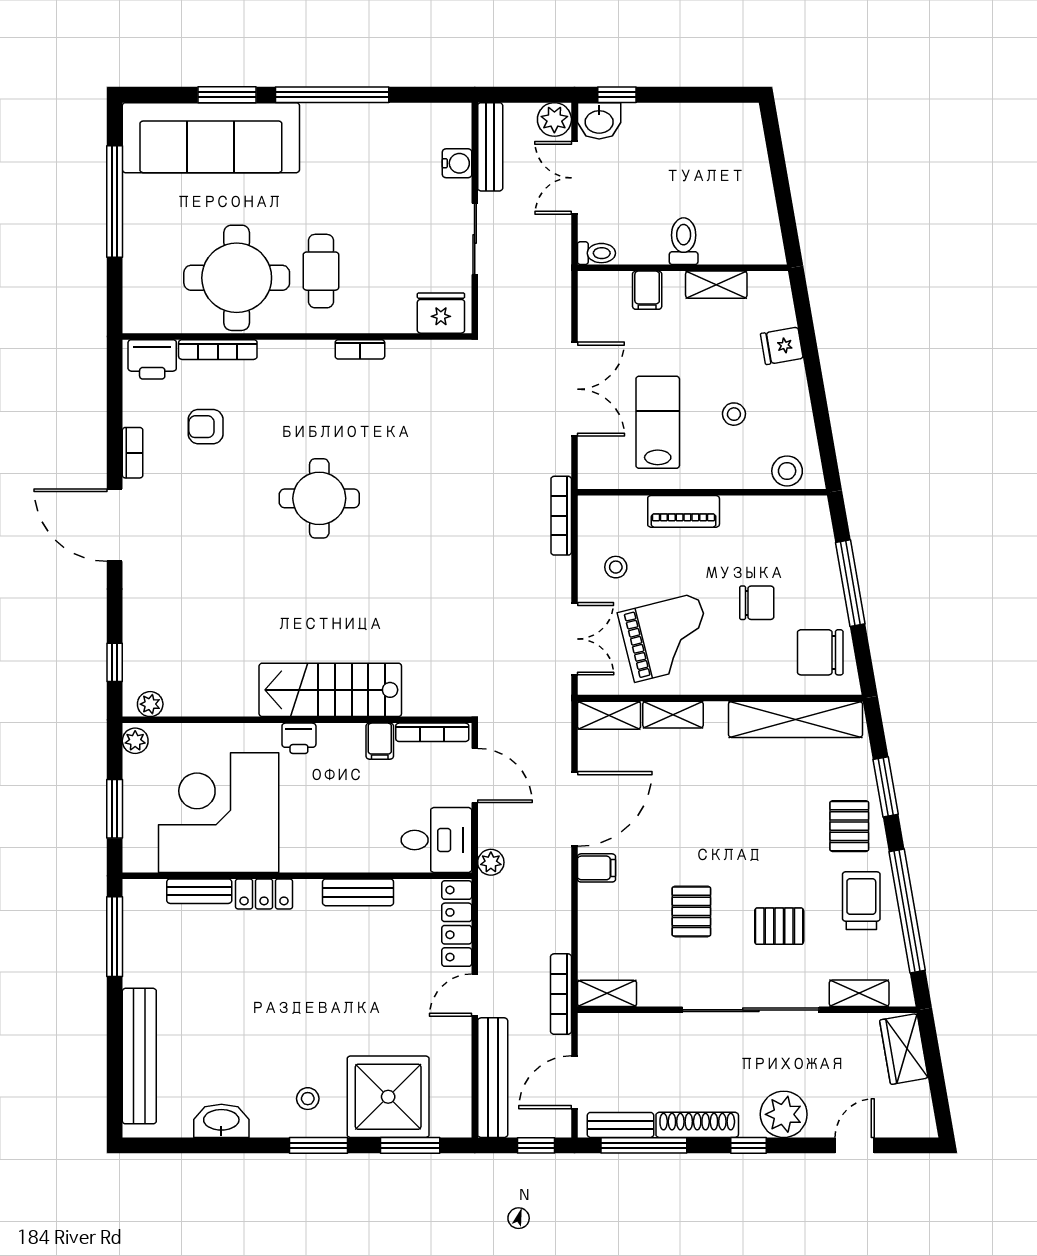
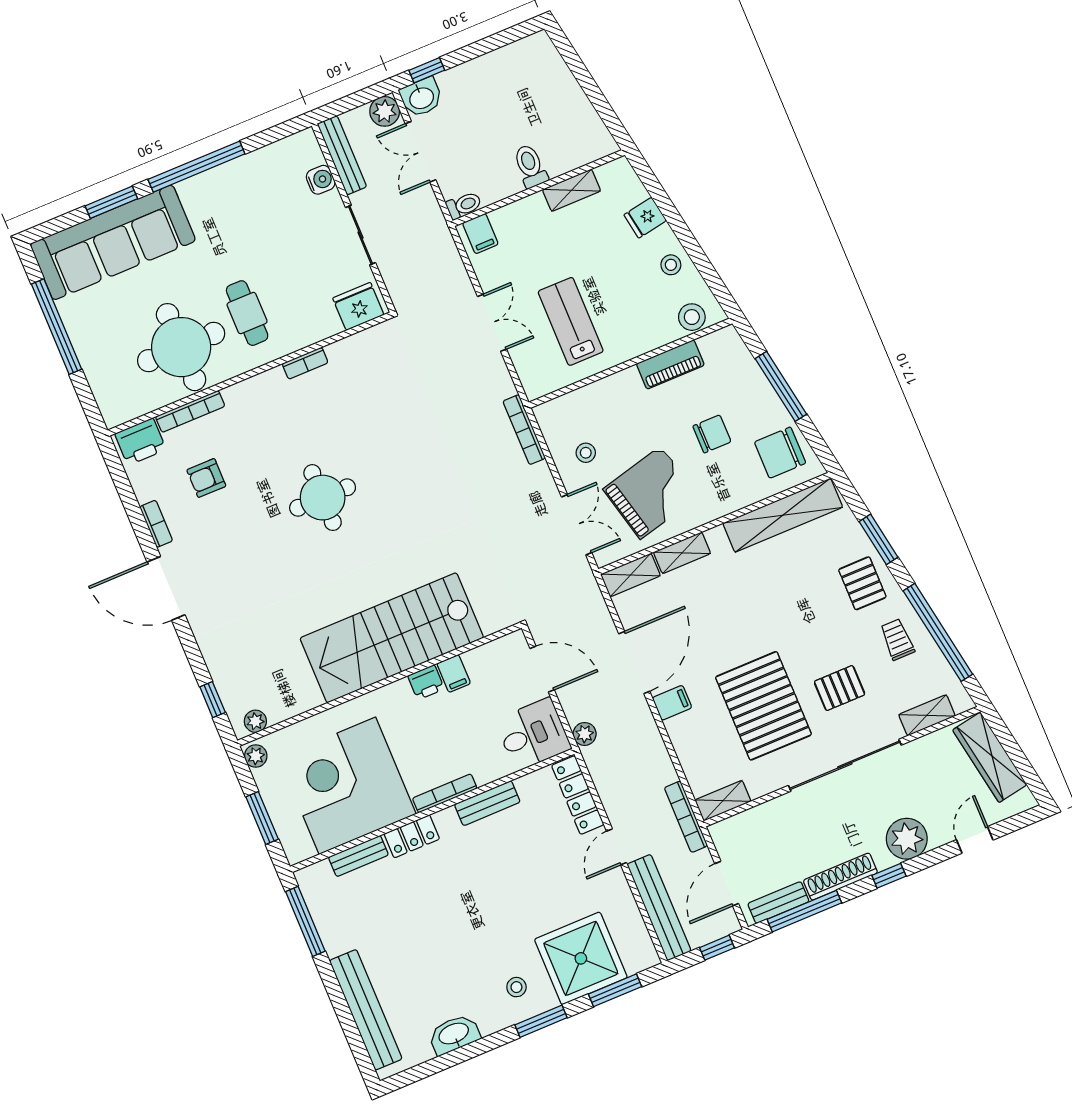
filing cabinet: (647, 290) -> (480, 234), moved
double door: (574, 389) -> (492, 323), width x0.73
stool: (734, 414) -> (671, 265), moved
piano: (684, 511) -> (670, 364), moved
stairs: (330, 690) -> (392, 638), width x1.36, depth x1.51
bookcase: (432, 732) -> (445, 793), moved, turned 180
printer: (299, 738) -> (426, 682), moved
trolley: (861, 901) -> (897, 640), width x0.73, depth x0.72
pallet: (691, 911) -> (763, 706), width x2.05, depth x2.00
wardrobe: (904, 1049) -> (990, 757), width x1.50

